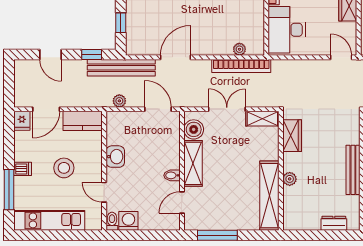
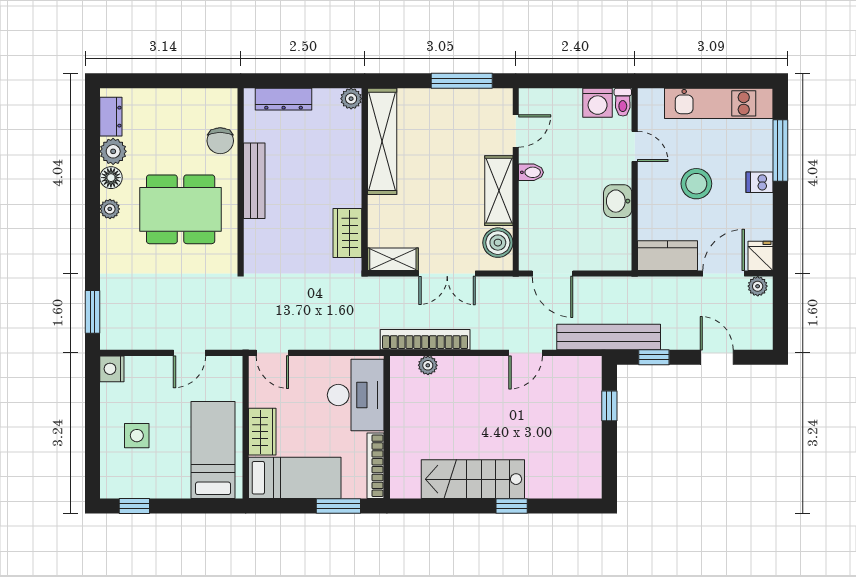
door: (176, 57) -> (526, 353), width x0.73
plant: (119, 101) -> (758, 286), moved
plant: (290, 179) -> (351, 99), moved
dresser: (334, 223) -> (284, 99), width x1.44

